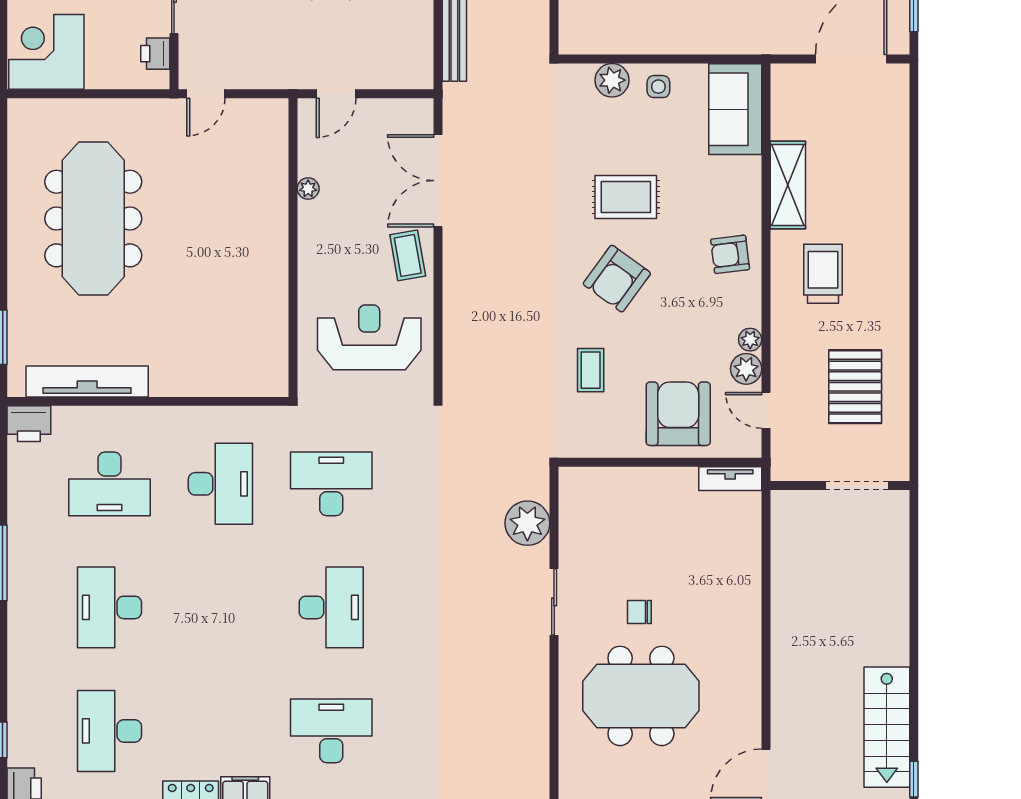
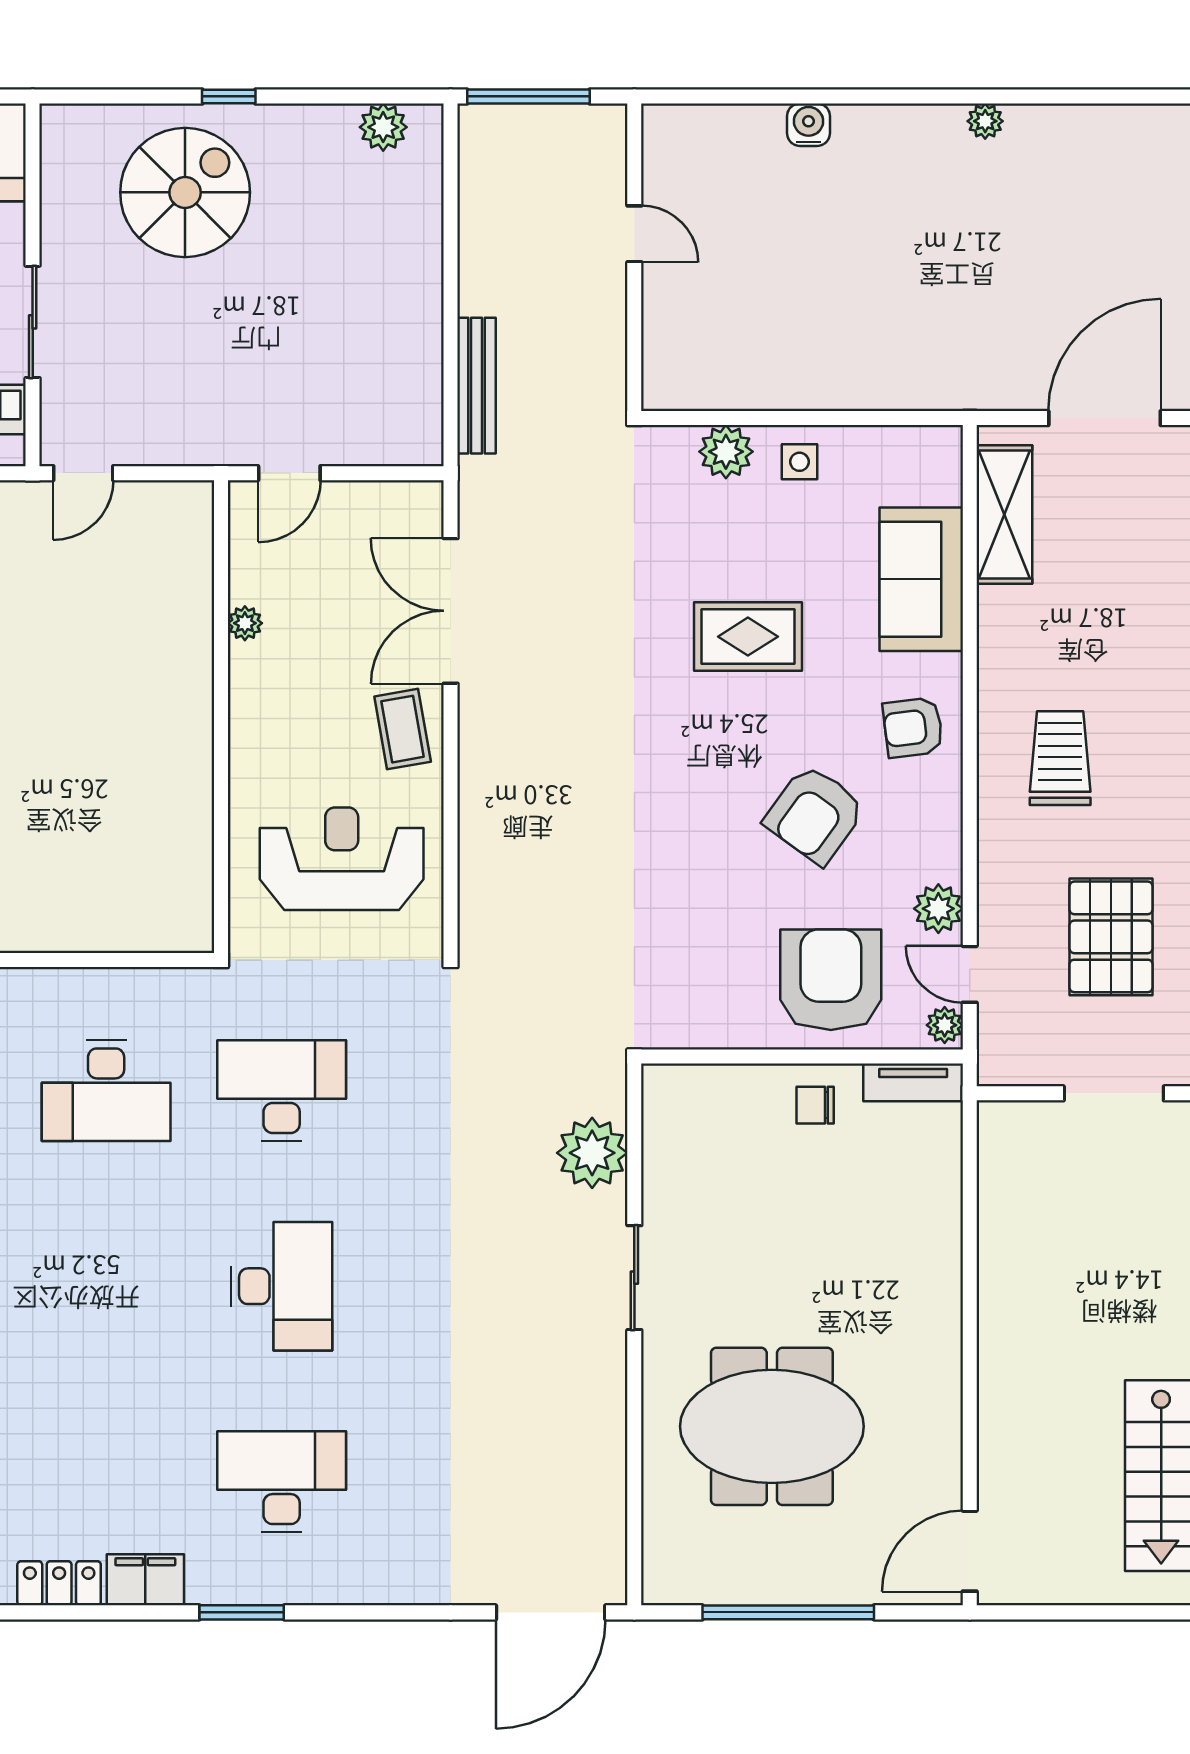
sofa: (735, 109) -> (921, 579), moved
shelving: (788, 185) -> (1004, 515), moved
armchair: (617, 279) -> (815, 814), moved
plant: (750, 340) -> (945, 1025), moved
coffee table: (591, 370) -> (692, 911), removed
desk: (220, 484) -> (106, 1091), turned 90
chair: (639, 612) -> (815, 1105), moved

